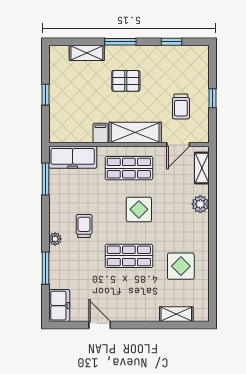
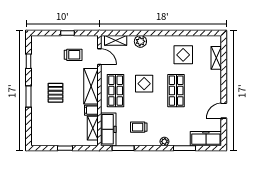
shelving: (87, 53) -> (93, 128), moved
trolley: (84, 226) -> (139, 127), moved
freezer: (59, 306) -> (206, 139), width x1.40

